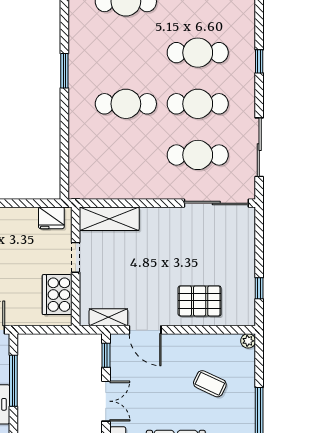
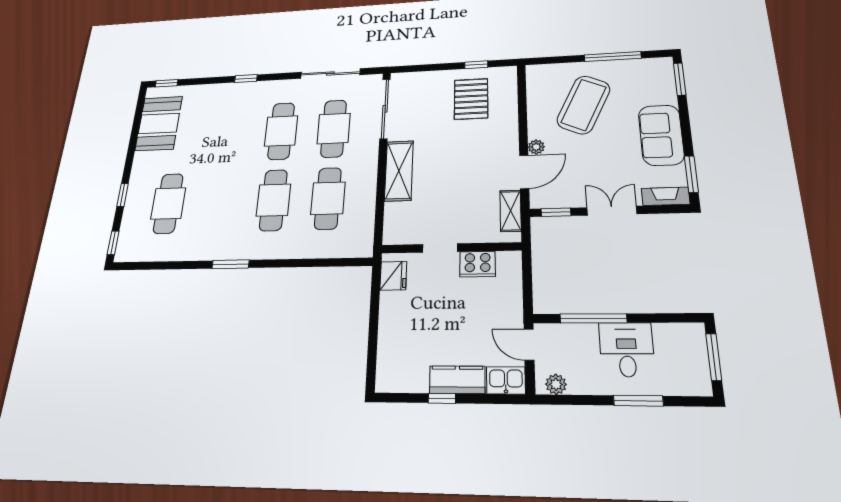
cafe table: (198, 53) -> (328, 198), moved
shelving: (109, 219) -> (399, 171), moved
cooker: (57, 295) -> (478, 264), width x0.73, depth x0.76
pallet: (200, 301) -> (471, 99), moved
plant: (248, 341) -> (536, 147), moved
coffee table: (210, 384) -> (584, 105), width x1.86, depth x1.72

